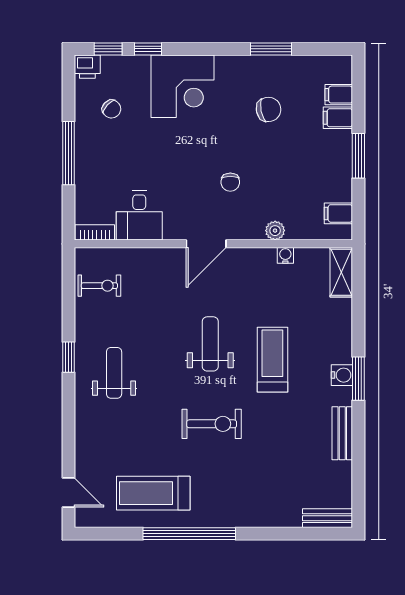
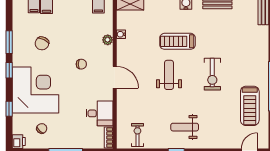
window: (108, 49) -> (9, 70), moved
corner desk: (182, 86) -> (36, 90), width x1.36, depth x1.36
chair: (269, 109) -> (42, 43), turned -143
weight bench: (210, 344) -> (169, 75), turned 90
exercise bike: (212, 424) -> (212, 74), turned 180

